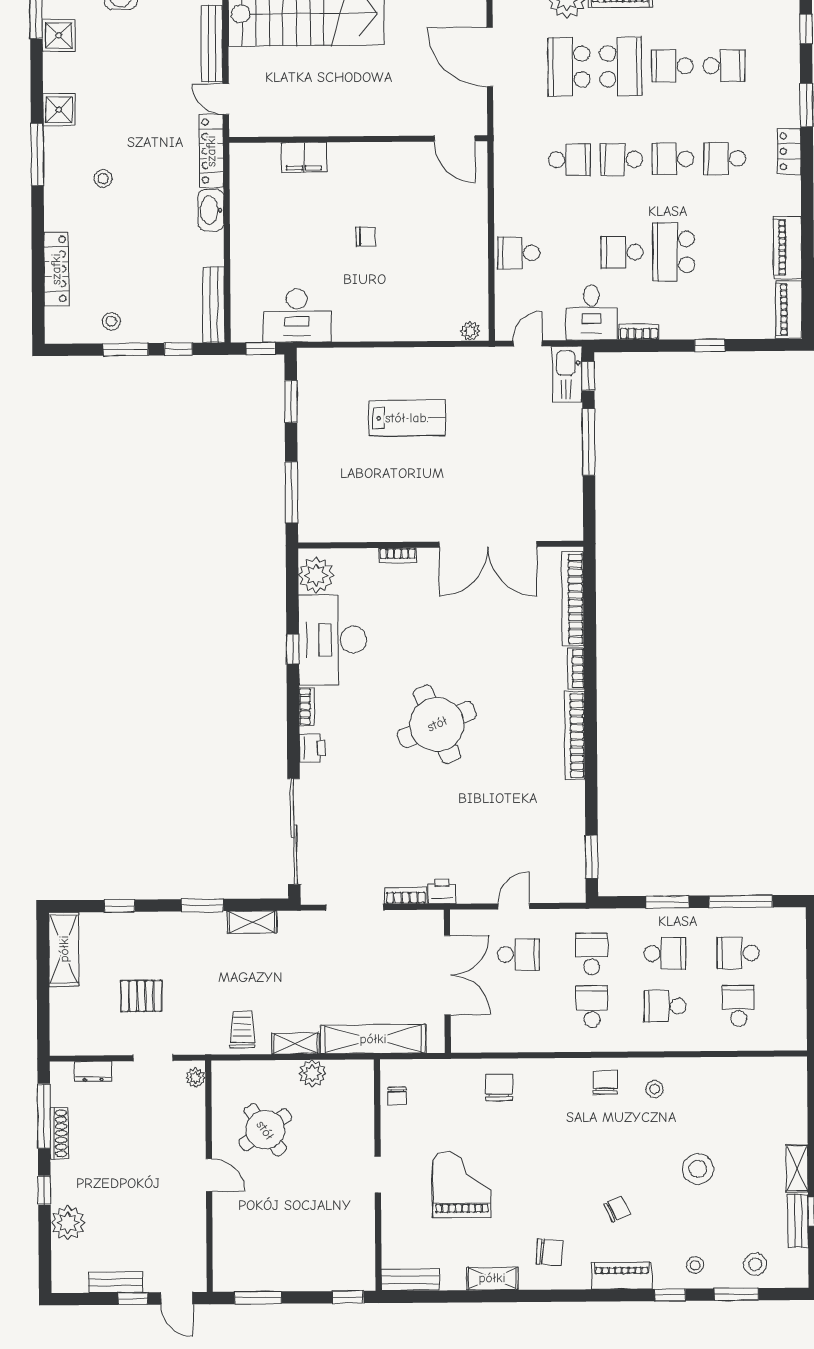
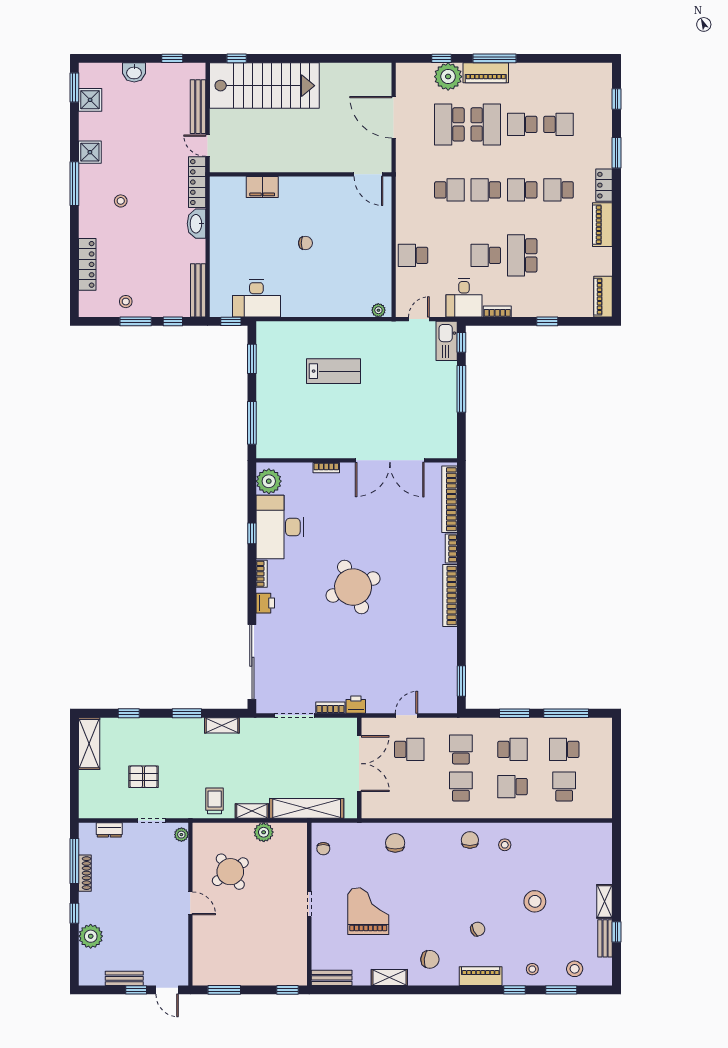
piano: (787, 247) -> (602, 225), moved

